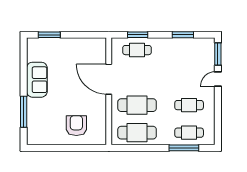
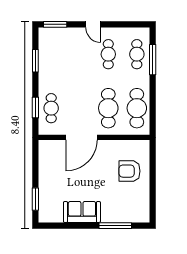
door: (218, 79) -> (93, 24), moved

